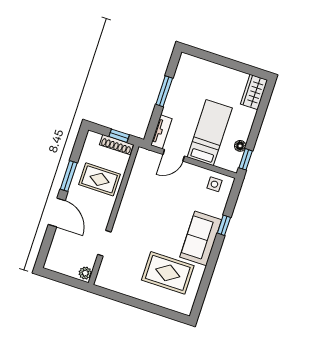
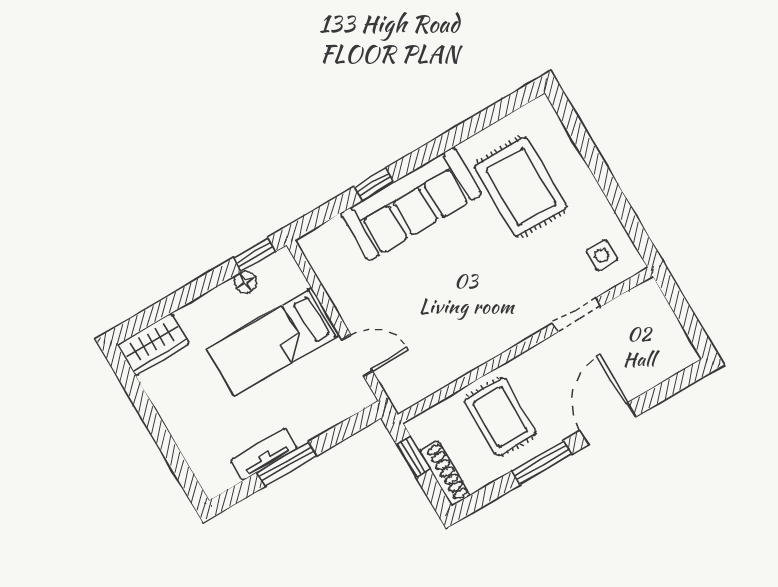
tv unit: (161, 132) -> (264, 454), moved
shoe rack: (116, 145) -> (445, 473), moved
side table: (214, 184) -> (602, 255), moved
sofa: (201, 238) -> (411, 204), width x1.36
plant: (85, 273) -> (645, 295), removed

